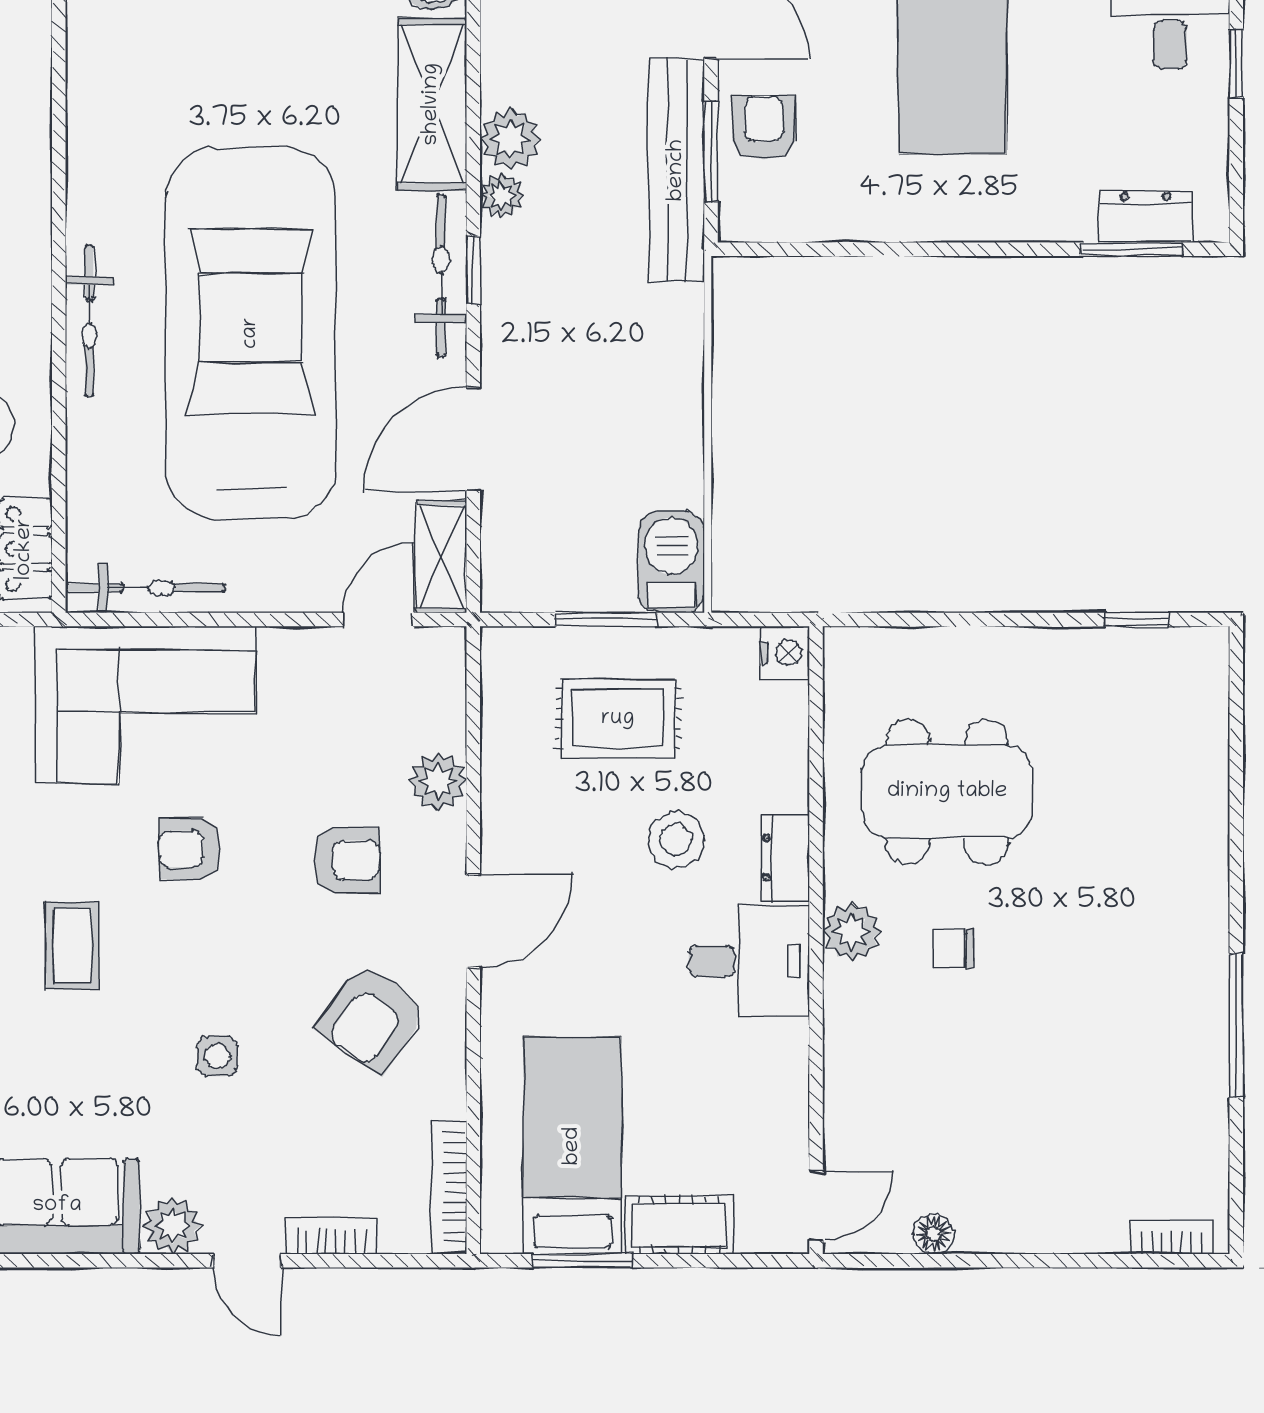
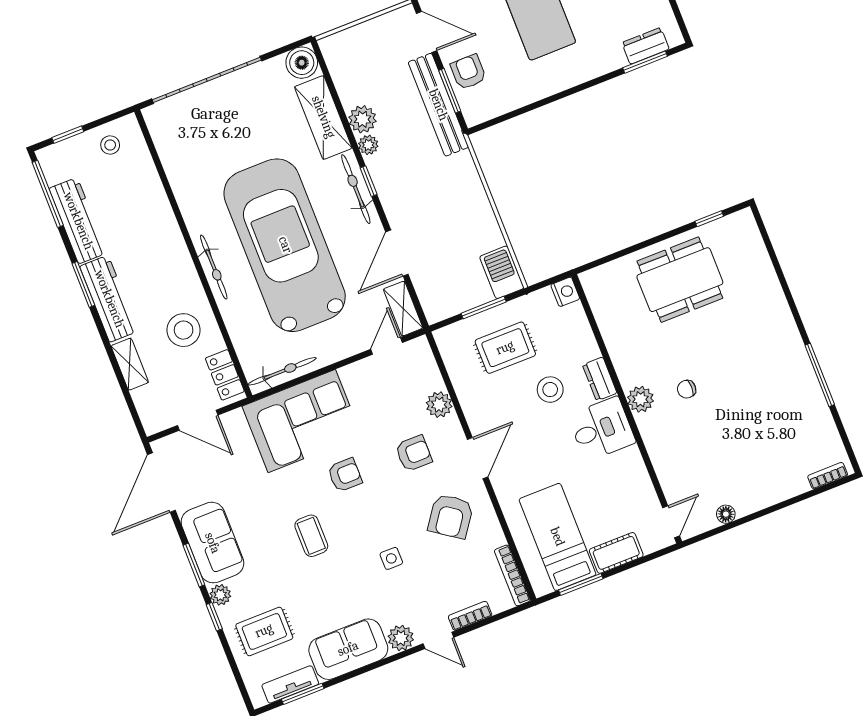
dining table: (947, 792) -> (680, 280), moved
armchair: (190, 849) -> (345, 475), turned 180

